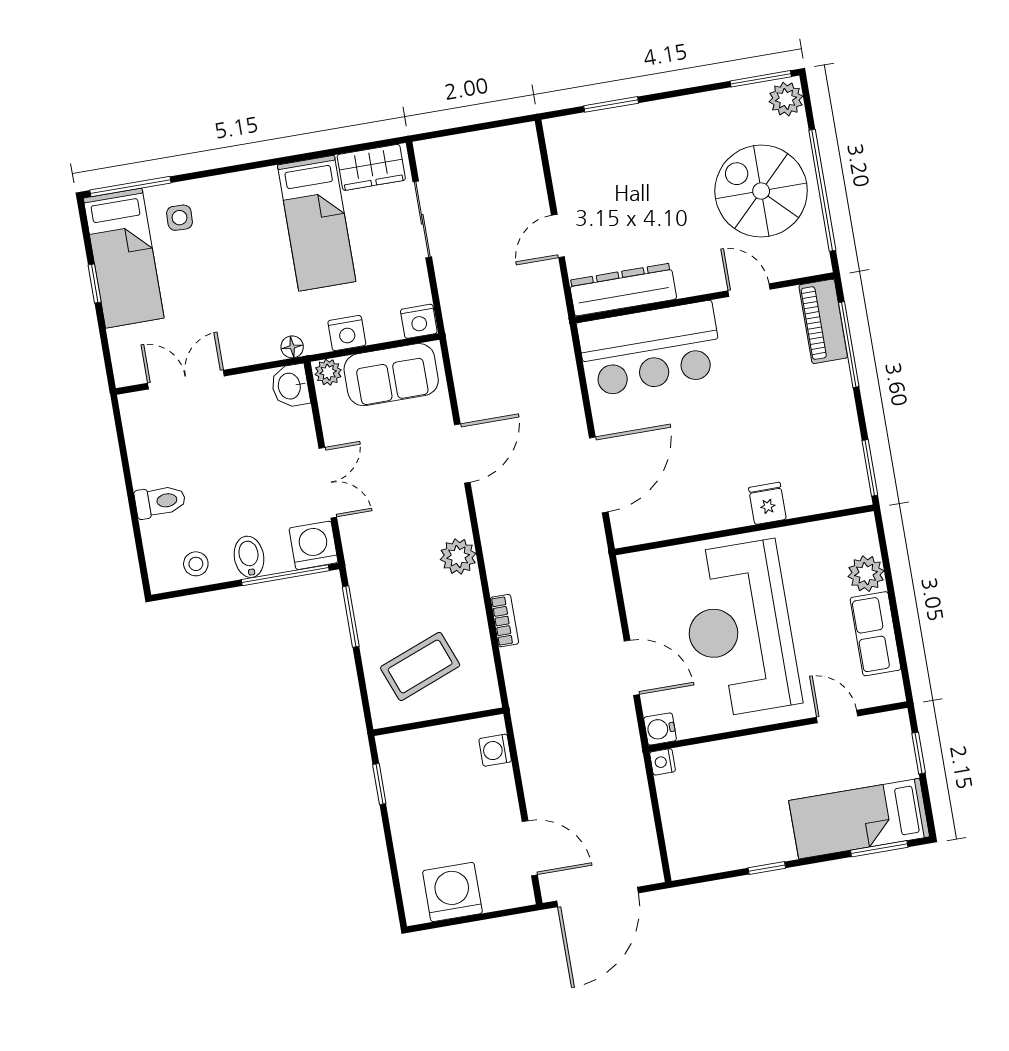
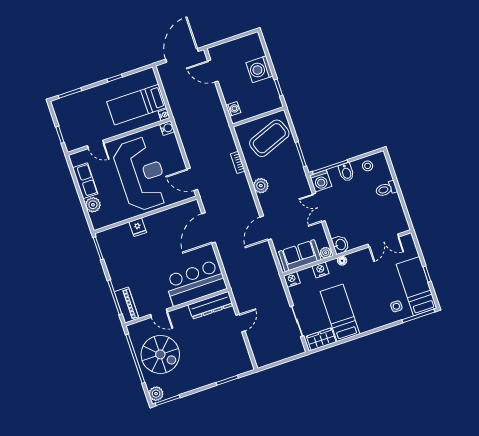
coffee table: (420, 666) -> (269, 138), width x1.36, depth x1.32
door: (632, 668) -> (192, 179), moved
bed: (859, 819) -> (137, 105), moved, turned 180
washing machine: (452, 892) -> (259, 69), moved, turned 90

